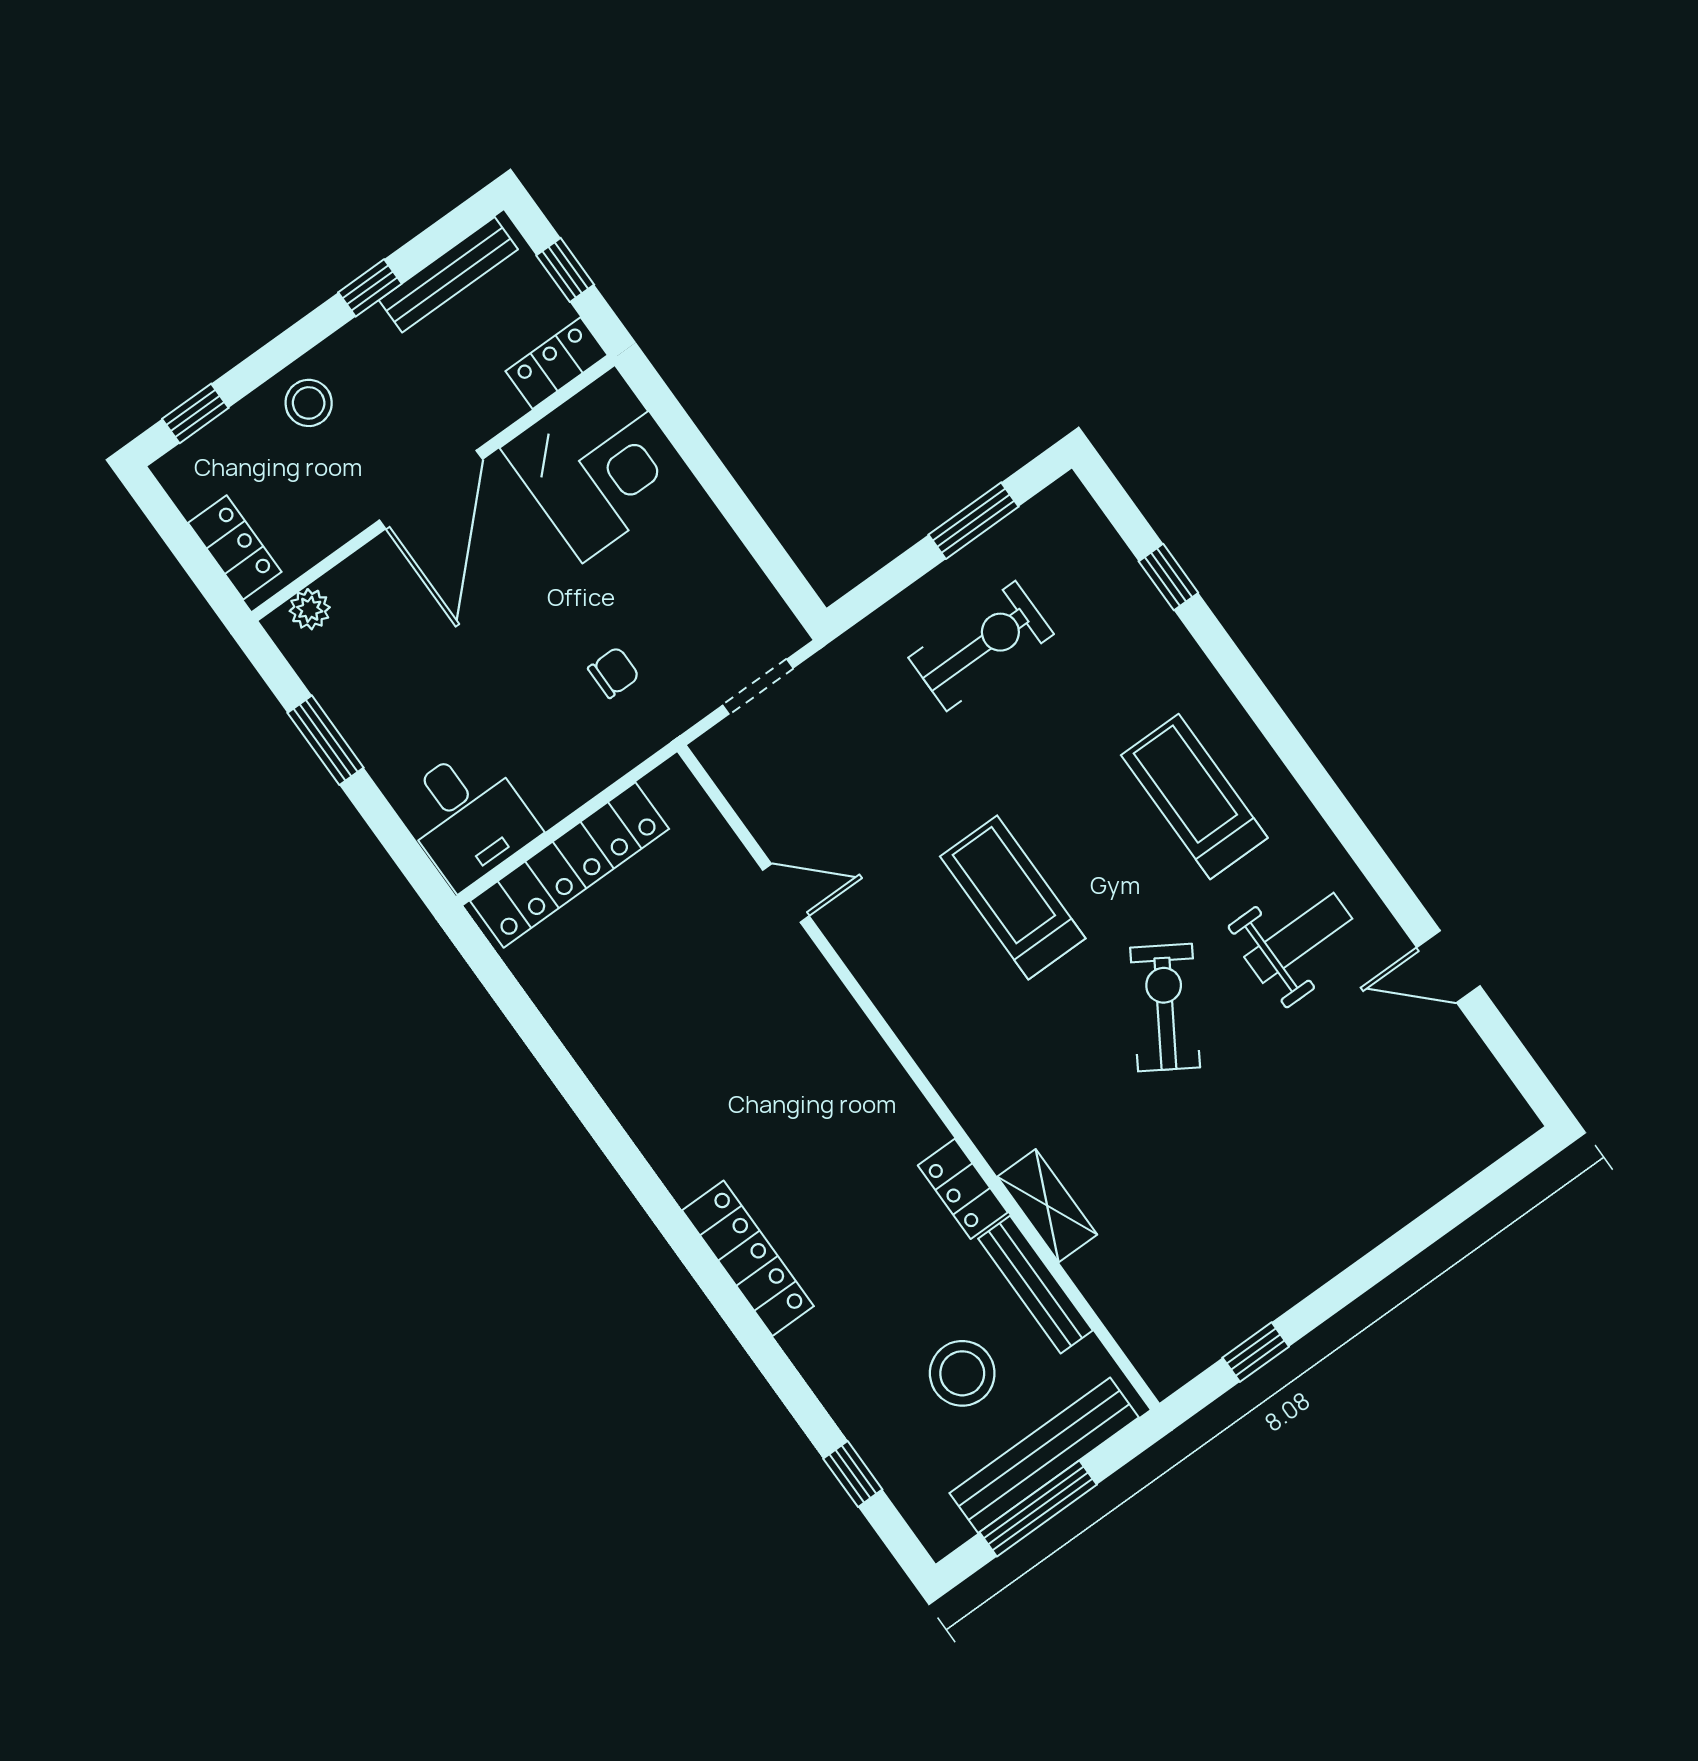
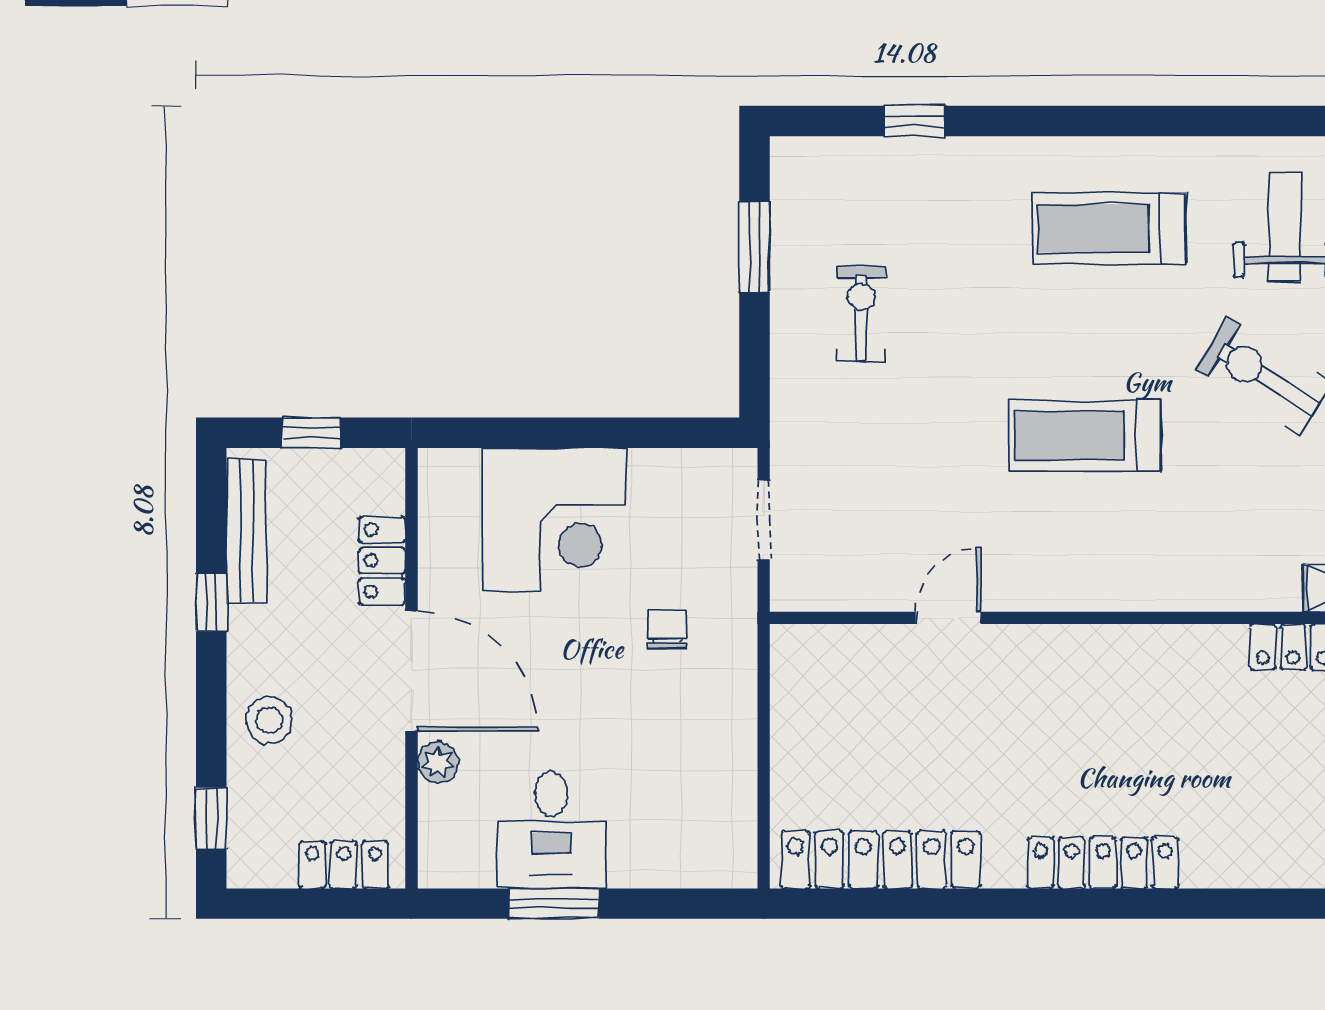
locker: (557, 363) -> (382, 560), moved
corner desk: (599, 464) -> (554, 519), moved, turned 90
plant: (310, 609) -> (438, 763), moved
exercise bike: (981, 646) -> (861, 314), width x0.73, depth x0.72
desk: (467, 817) -> (551, 830), moved, turned 90
locker: (570, 865) -> (881, 860), moved, turned -90
locker: (748, 1258) -> (1103, 863), moved

